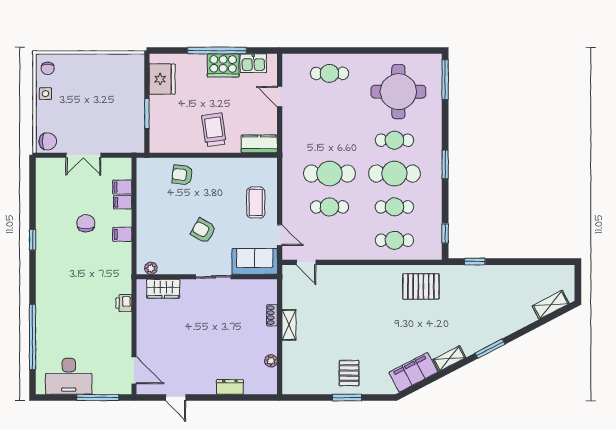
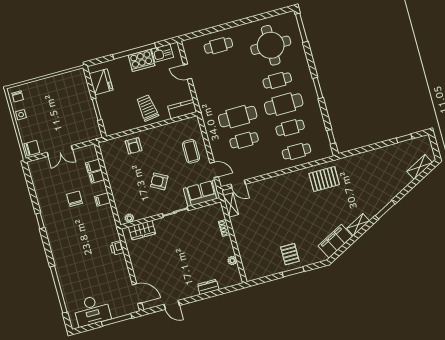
armchair: (182, 175) -> (134, 146), turned -96
window: (475, 262) -> (404, 138), moved
shelving: (289, 325) -> (231, 205), moved

